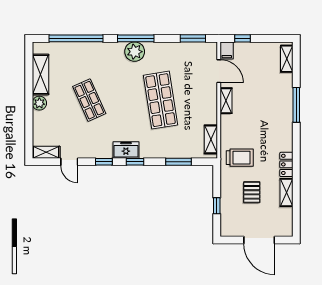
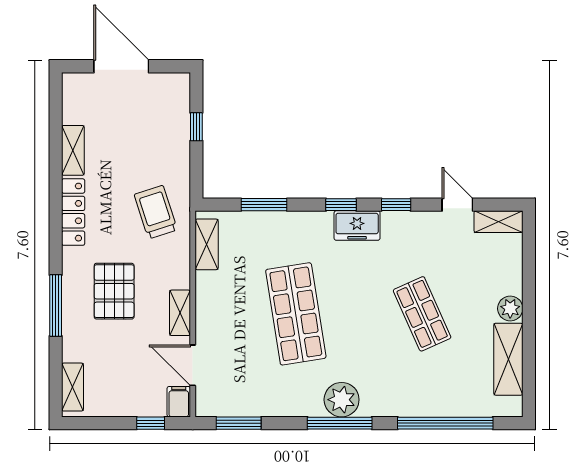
trolley: (240, 158) -> (156, 212), turned 72
locker: (286, 164) -> (73, 212), width x1.53
pallet: (252, 192) -> (114, 291), moved, width x1.50, depth x1.42

